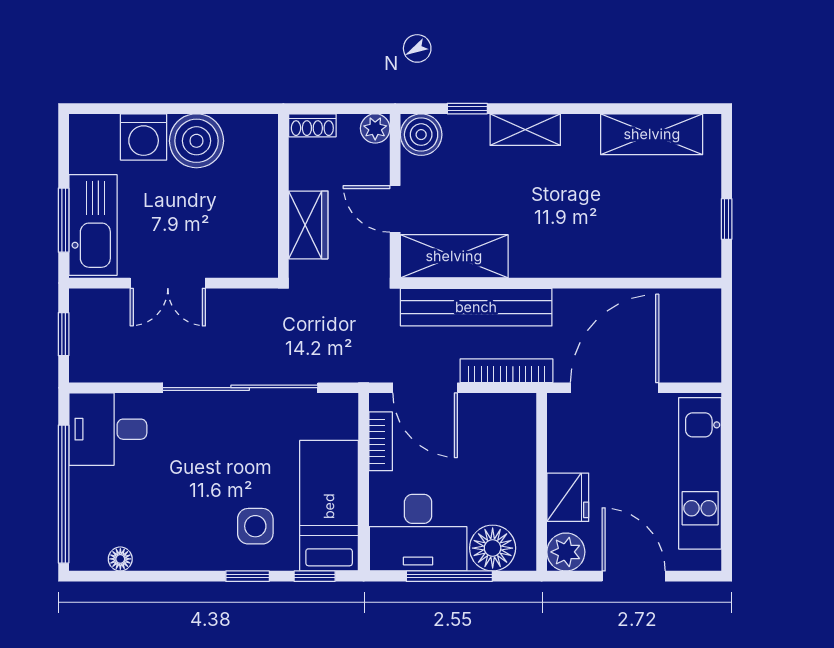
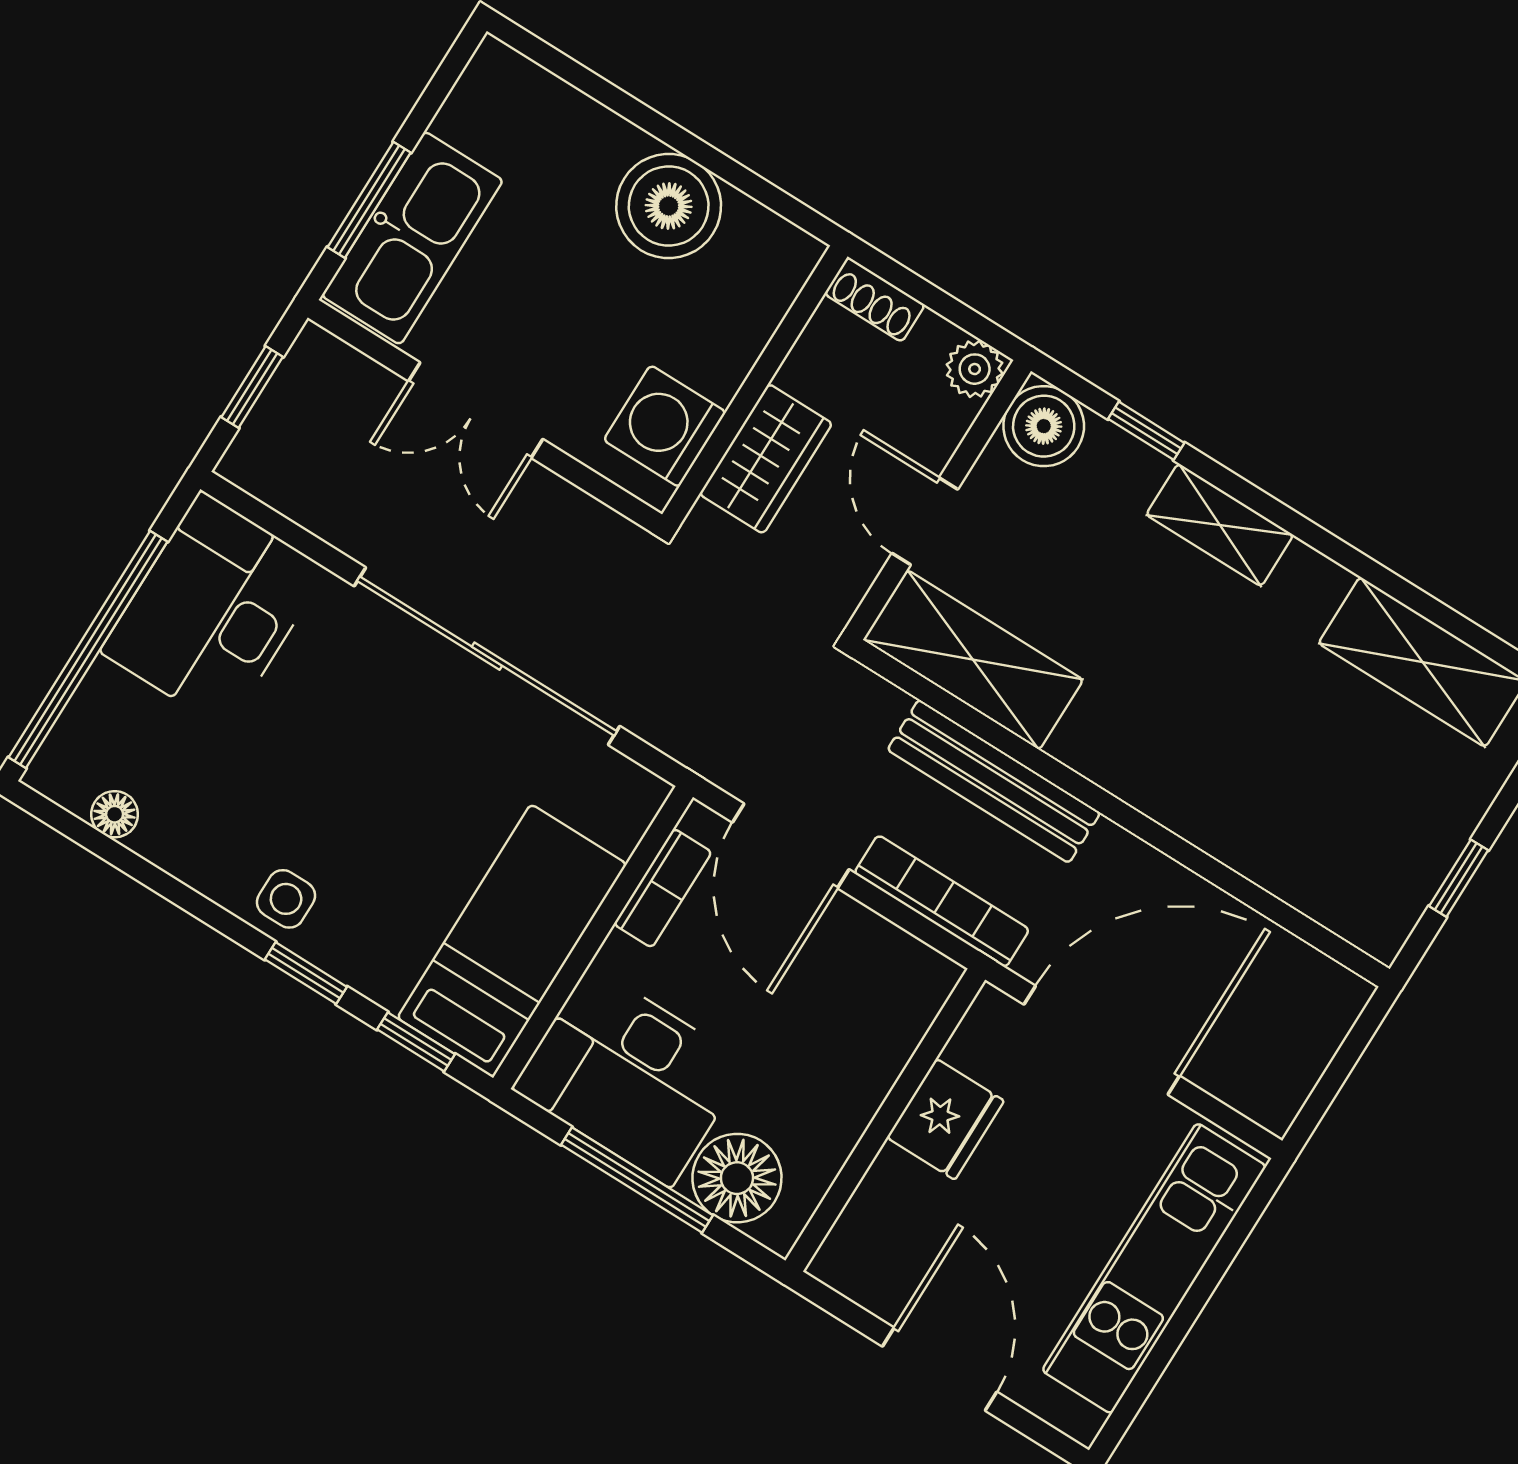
washing machine: (144, 137) -> (665, 426), moved, turned 90
bench: (476, 307) -> (994, 781), width x0.73, depth x0.82
desk: (108, 429) -> (213, 610), width x1.37
fridge: (568, 497) -> (945, 1119), moved
side table: (255, 526) -> (286, 899), moved, width x0.73, depth x0.73
plant: (566, 552) -> (853, 1260), removed

